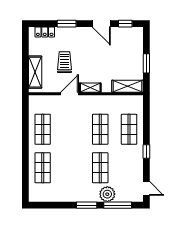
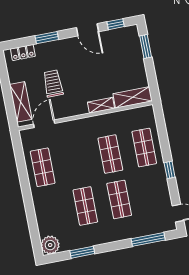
window: (146, 63) -> (146, 47), moved
shelving: (90, 88) -> (101, 105), moved
door: (70, 94) -> (44, 124), moved
shop shelf: (43, 168) -> (85, 206), moved
plant: (107, 194) -> (50, 245), moved
window: (87, 205) -> (82, 252), moved

